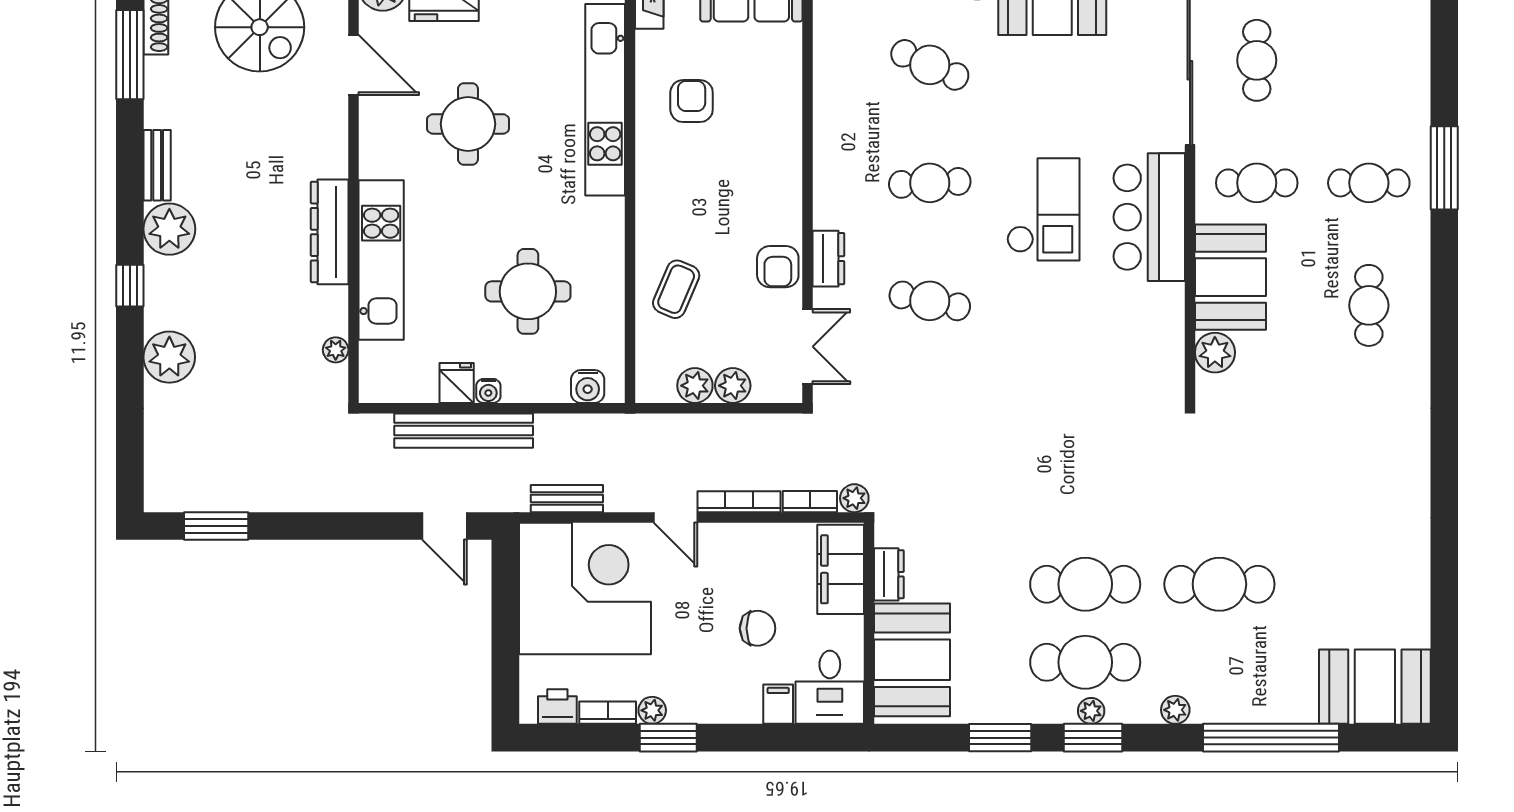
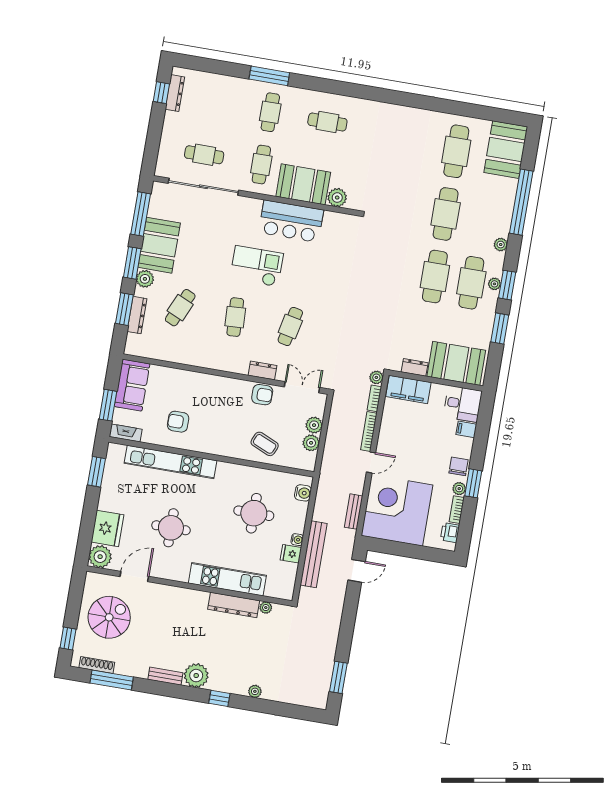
bar counter: (1149, 217) -> (291, 221), moved
dresser: (330, 232) -> (234, 605), moved
plant: (169, 357) -> (255, 691), width x0.53, depth x0.53
cafe table: (1354, 584) -> (456, 151), added
chair: (758, 628) -> (459, 466), moved

